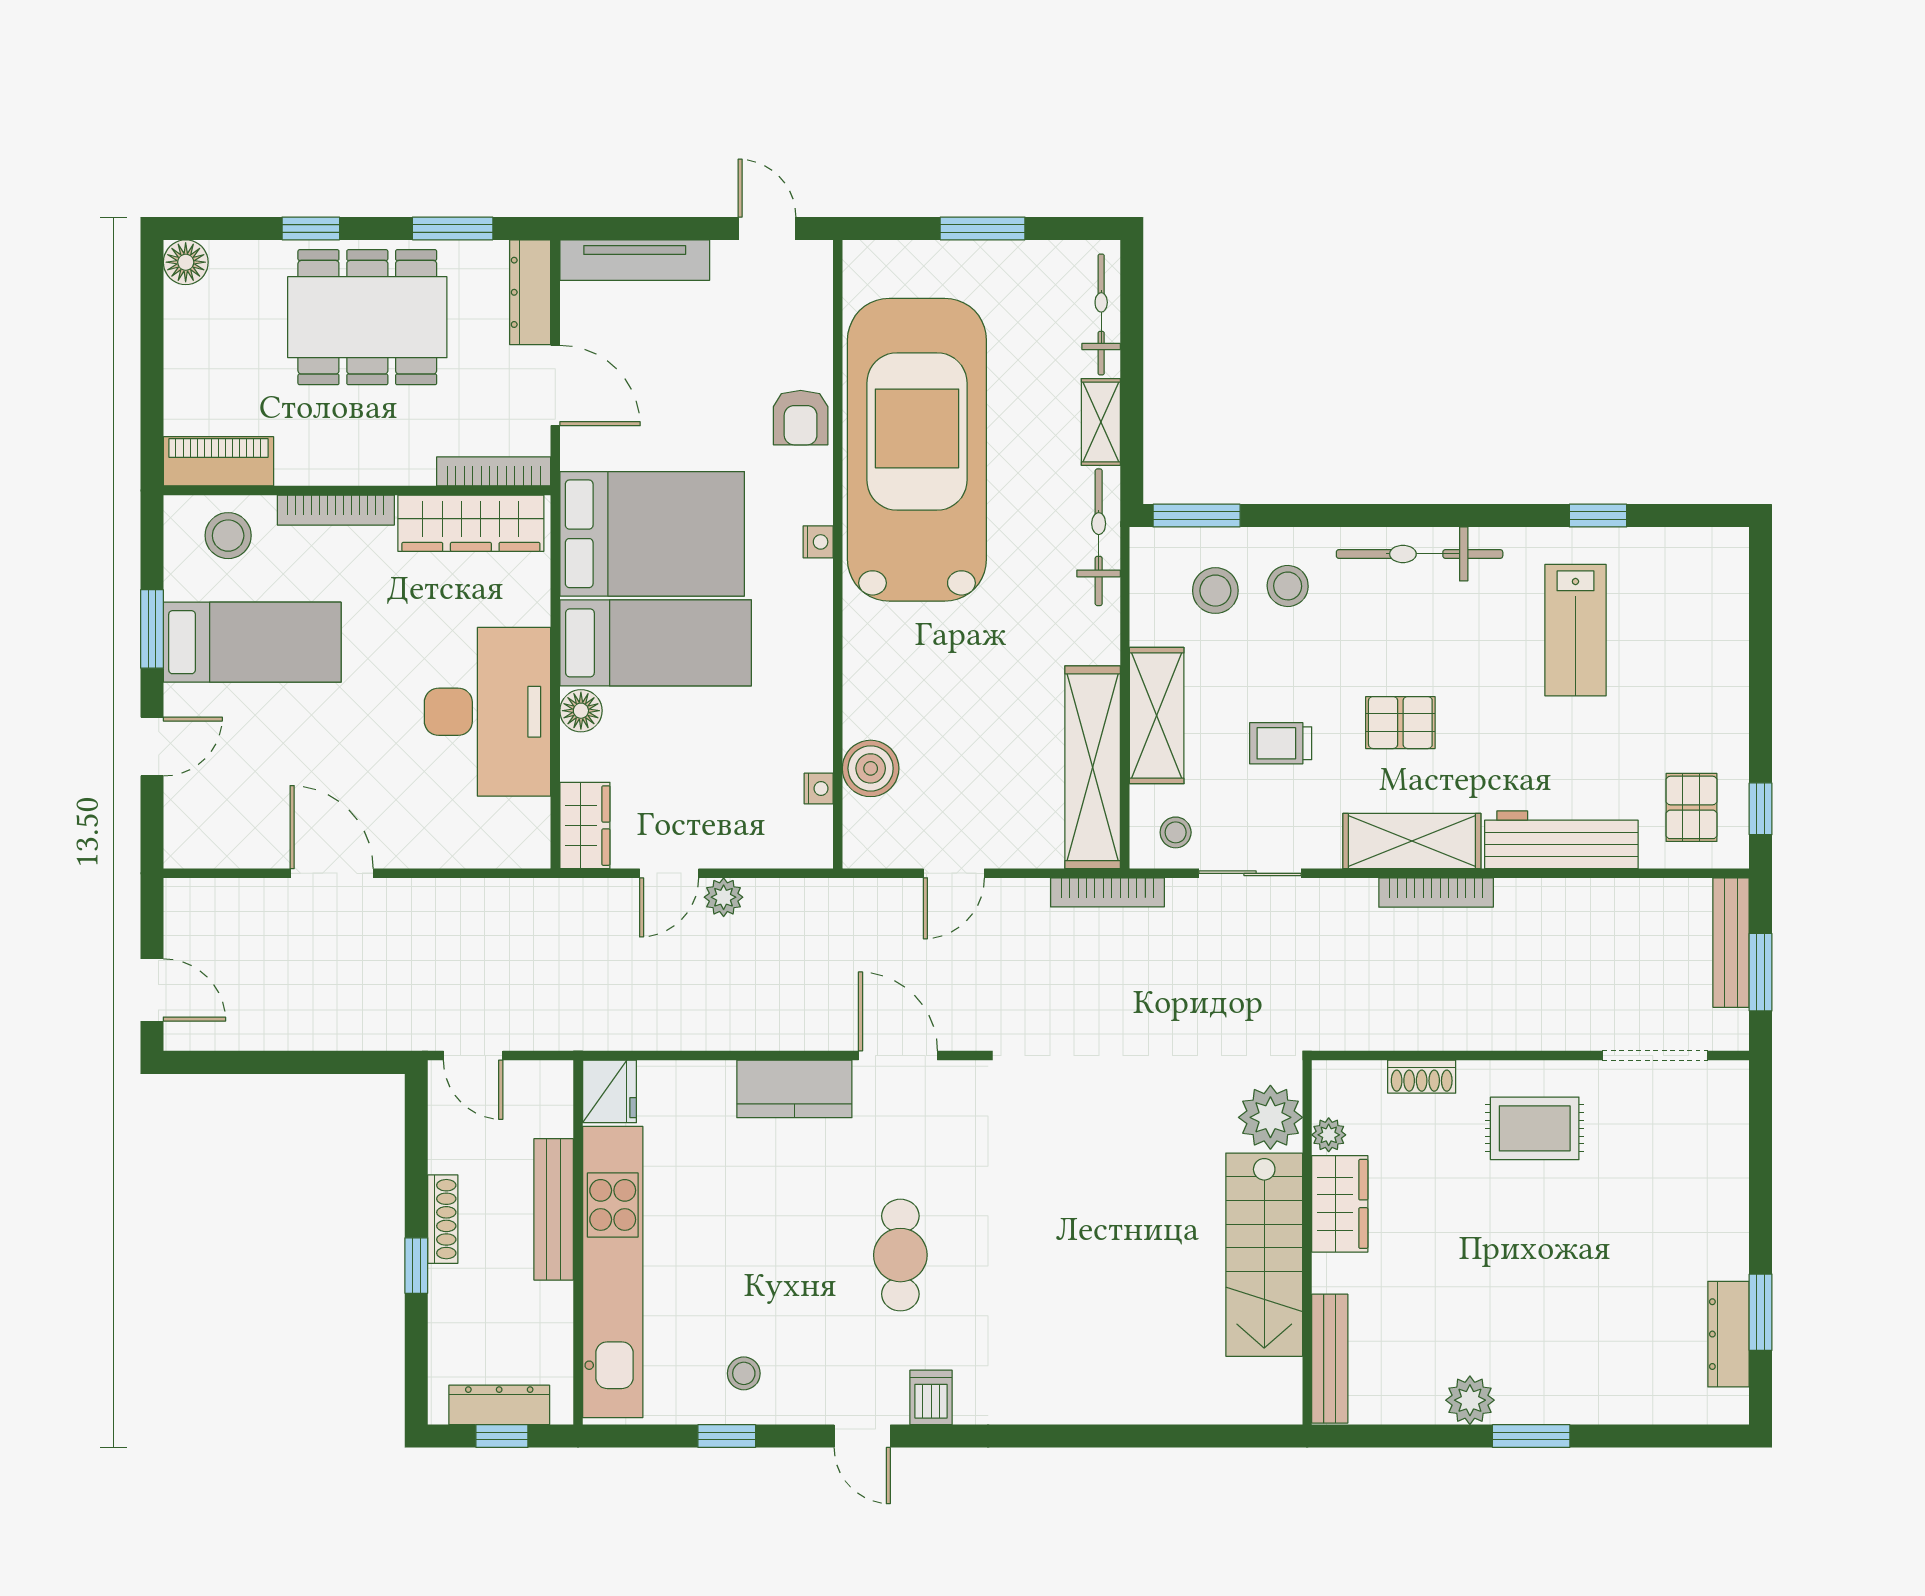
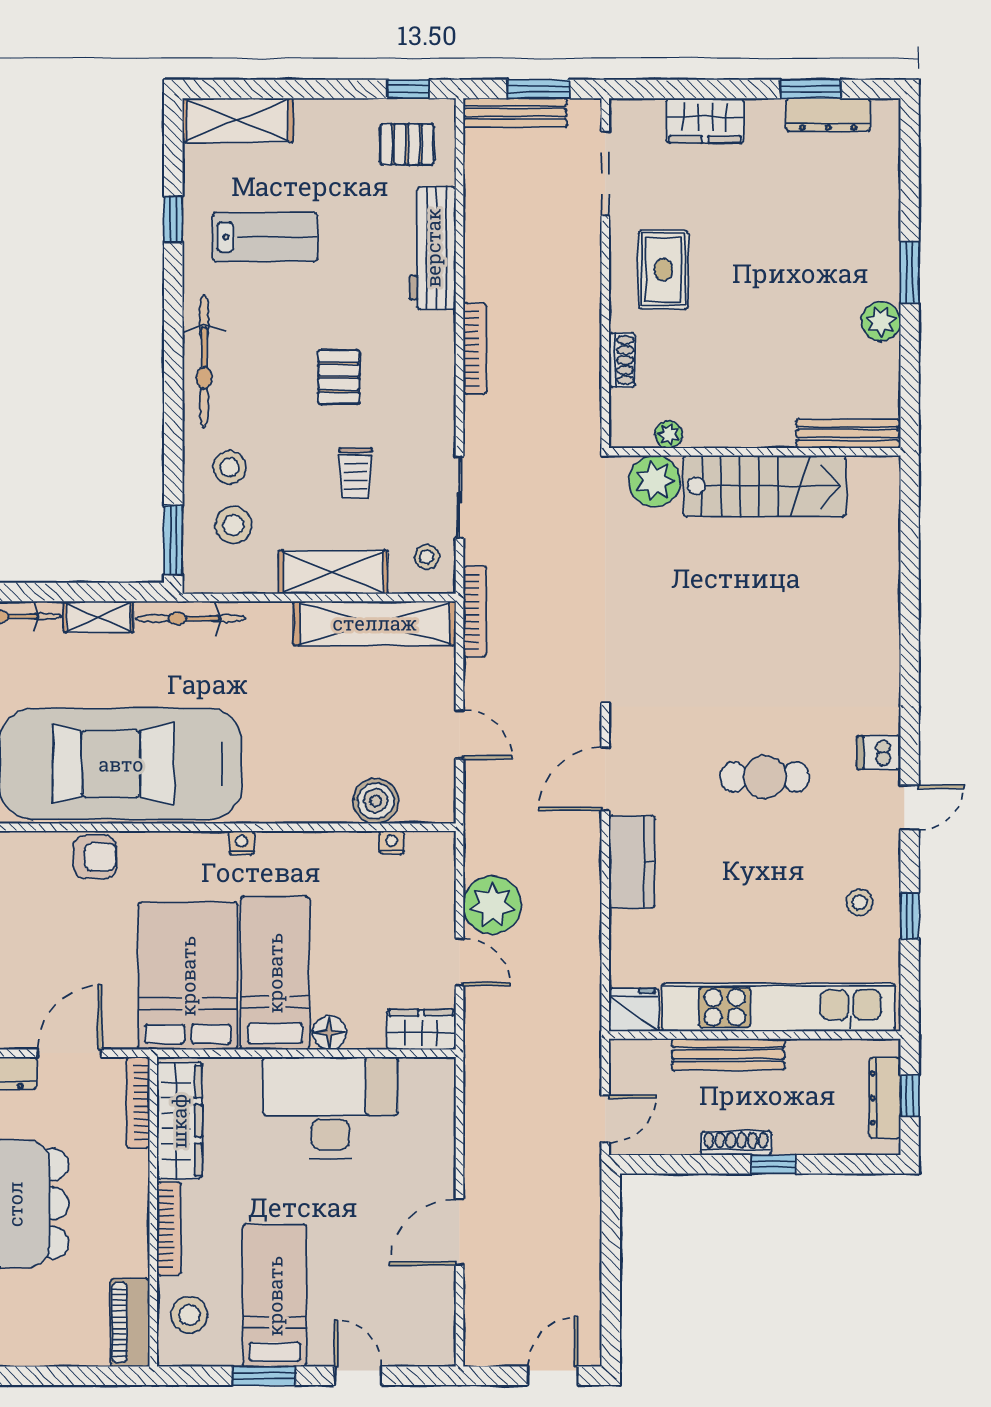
nightstand: (818, 542) -> (242, 843), moved
shelving: (1412, 841) -> (238, 120), moved, turned 90
plant: (724, 897) -> (492, 905), width x1.88, depth x1.88
wardrobe: (1340, 1204) -> (705, 121), moved, turned 180

